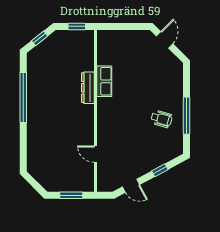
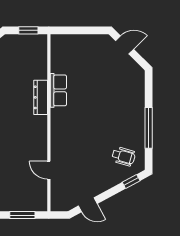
door: (165, 40) -> (125, 45), hinge flipped
wheelchair: (161, 119) -> (123, 156), moved
window: (160, 170) -> (131, 181), moved

